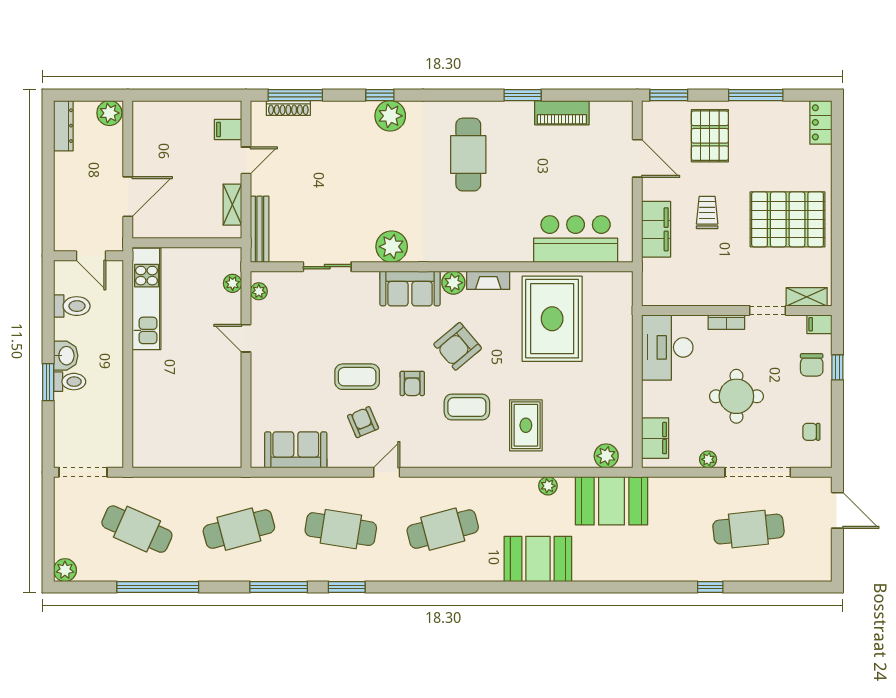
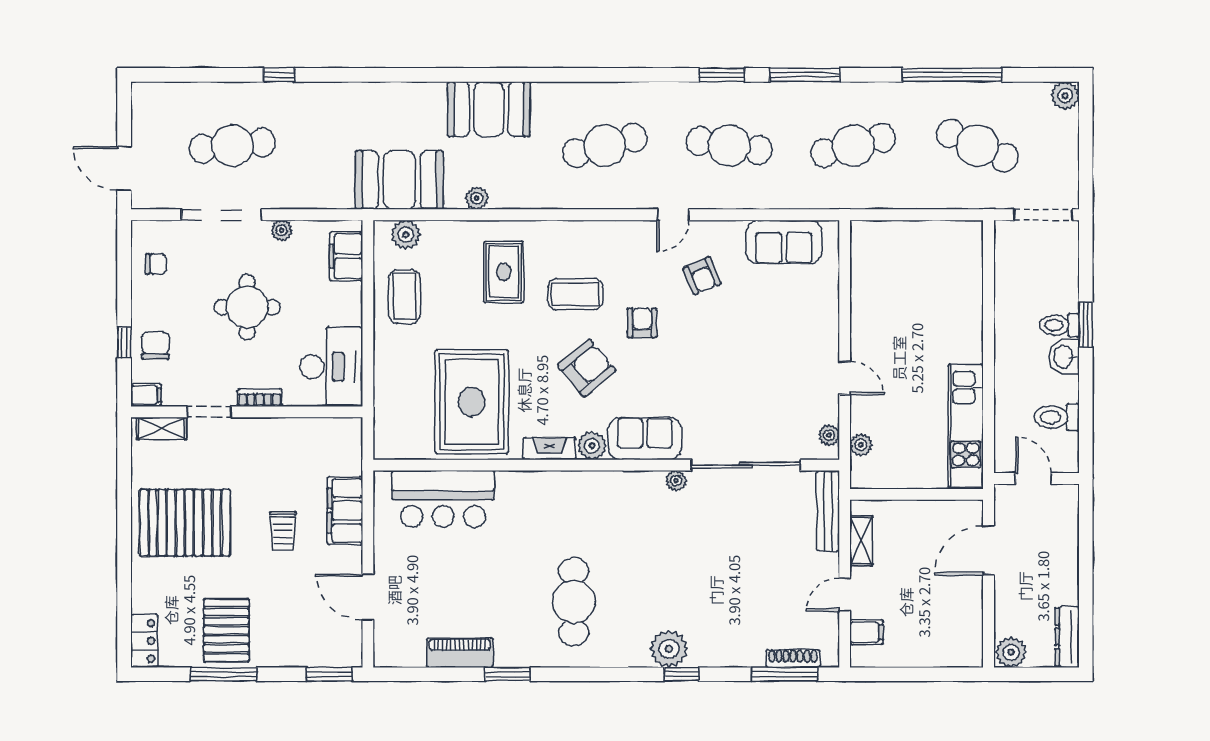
pallet: (710, 136) -> (226, 630), moved
plant: (392, 247) -> (676, 481), width x0.53, depth x0.53
sliding door: (327, 267) -> (746, 465), width x1.86
coffee table: (357, 377) -> (405, 297), moved, turned 90

